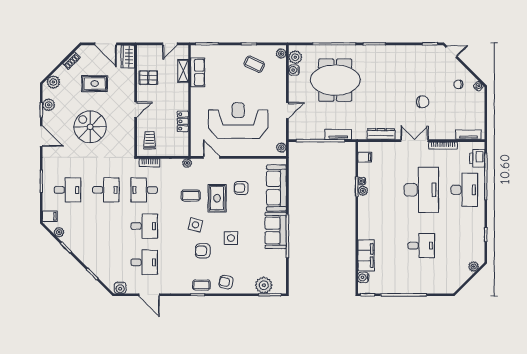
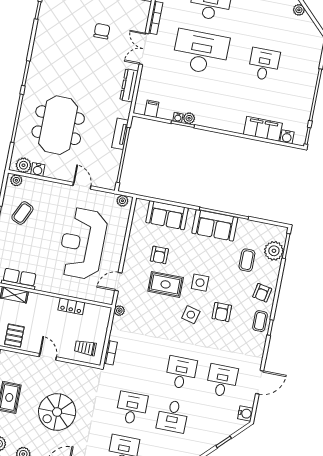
sofa: (276, 188) -> (167, 215), width x0.73
desk: (144, 190) -> (173, 416), moved
coffee table: (191, 195) -> (247, 260), moved
side table: (231, 238) -> (200, 283), moved

